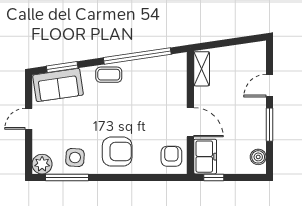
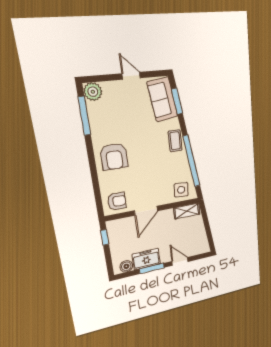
side table: (75, 157) -> (181, 190), moved
freezer: (205, 157) -> (146, 259), moved, turned 180

